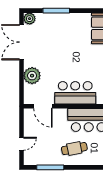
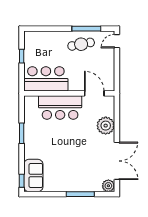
door: (22, 144) -> (117, 41), moved
cafe table: (74, 149) -> (81, 44), moved

